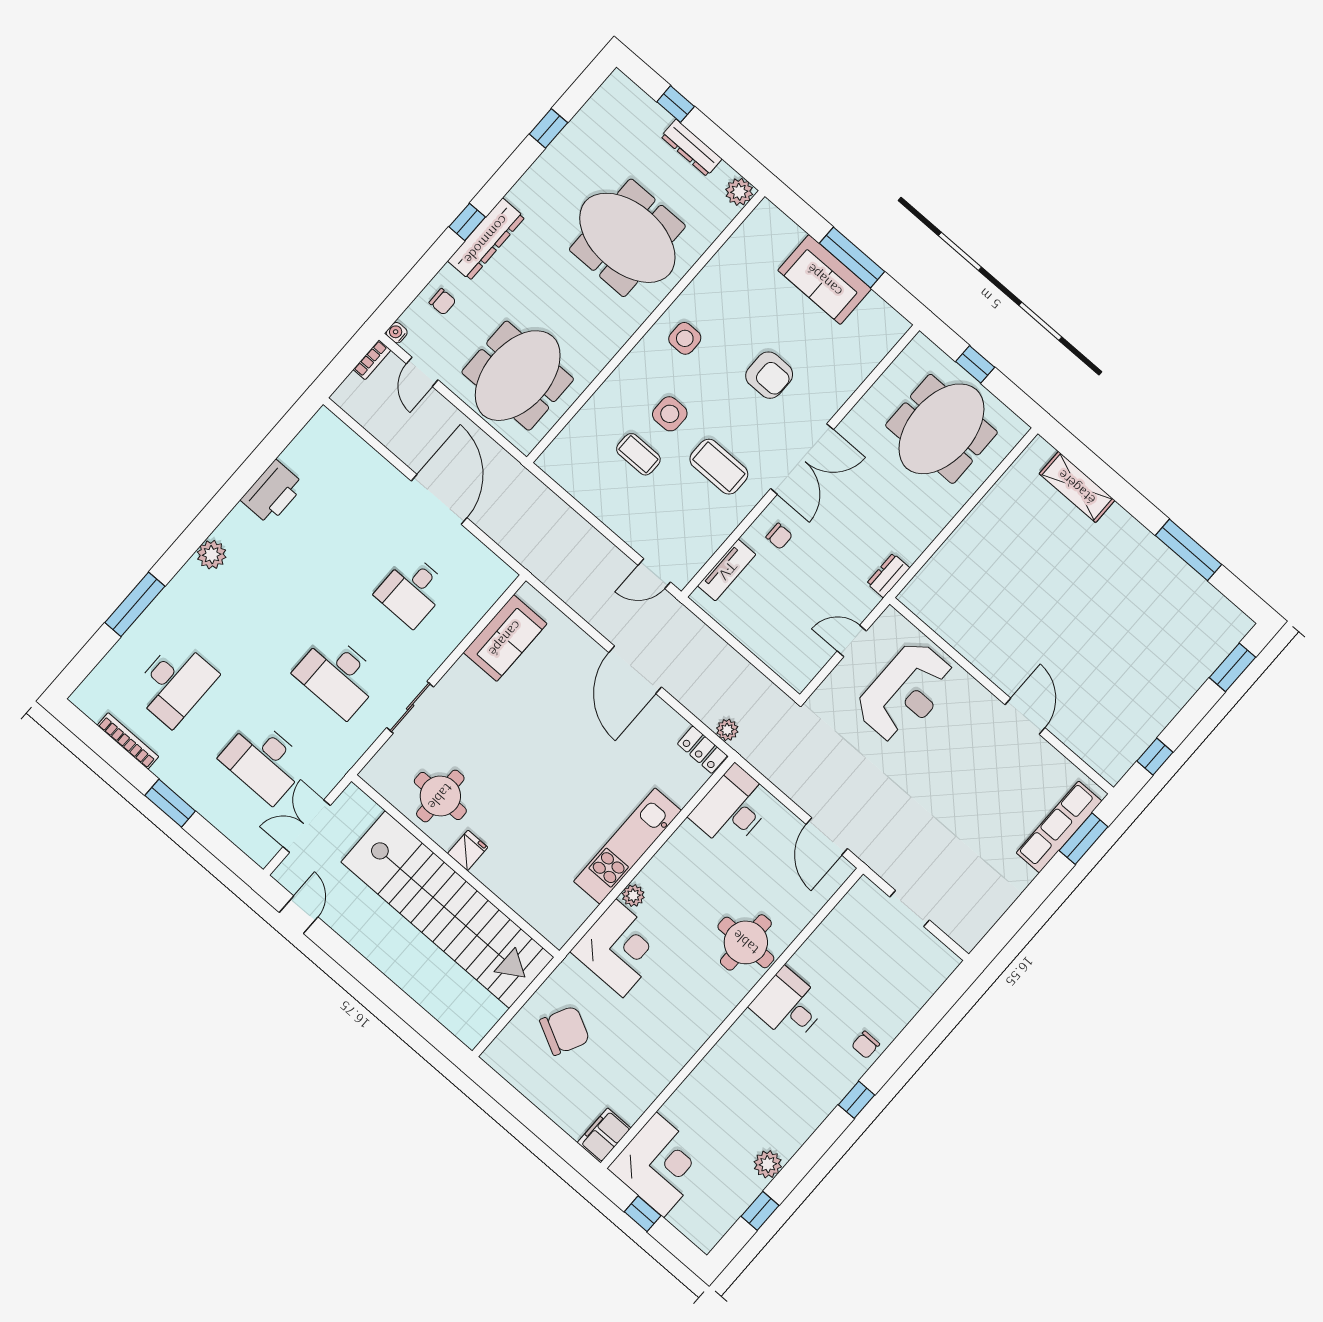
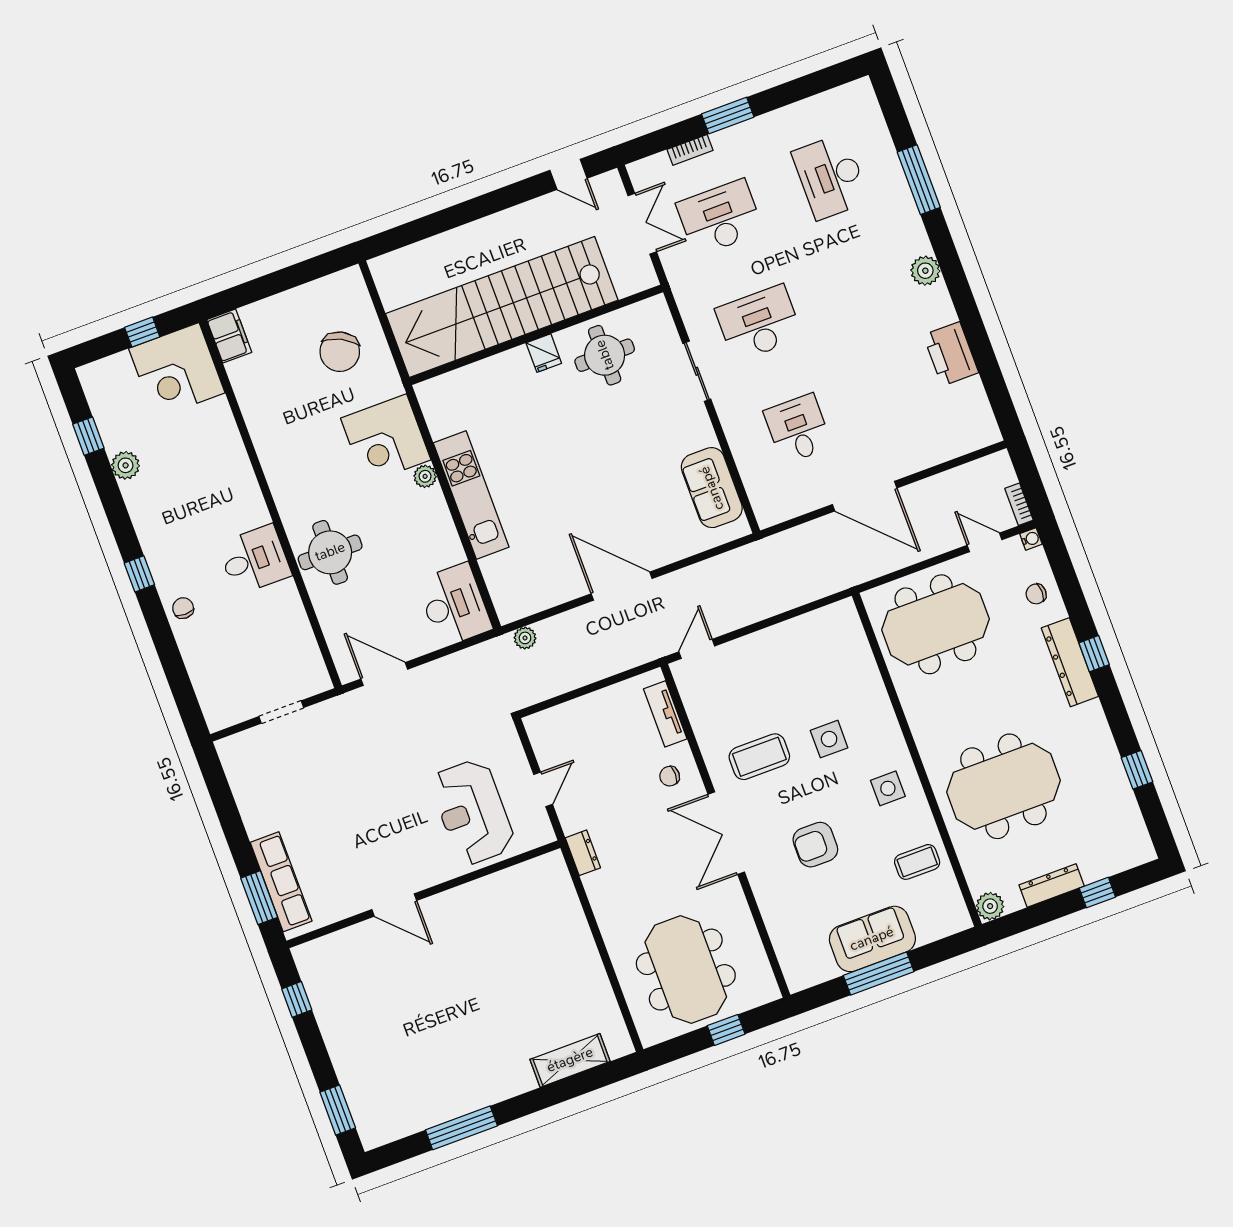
meeting table: (518, 376) -> (935, 624), turned 90
coffee table: (638, 454) -> (917, 862), moved
bookcase: (128, 741) -> (690, 150), moved, width x0.64
locker: (702, 750) -> (520, 607), removed

